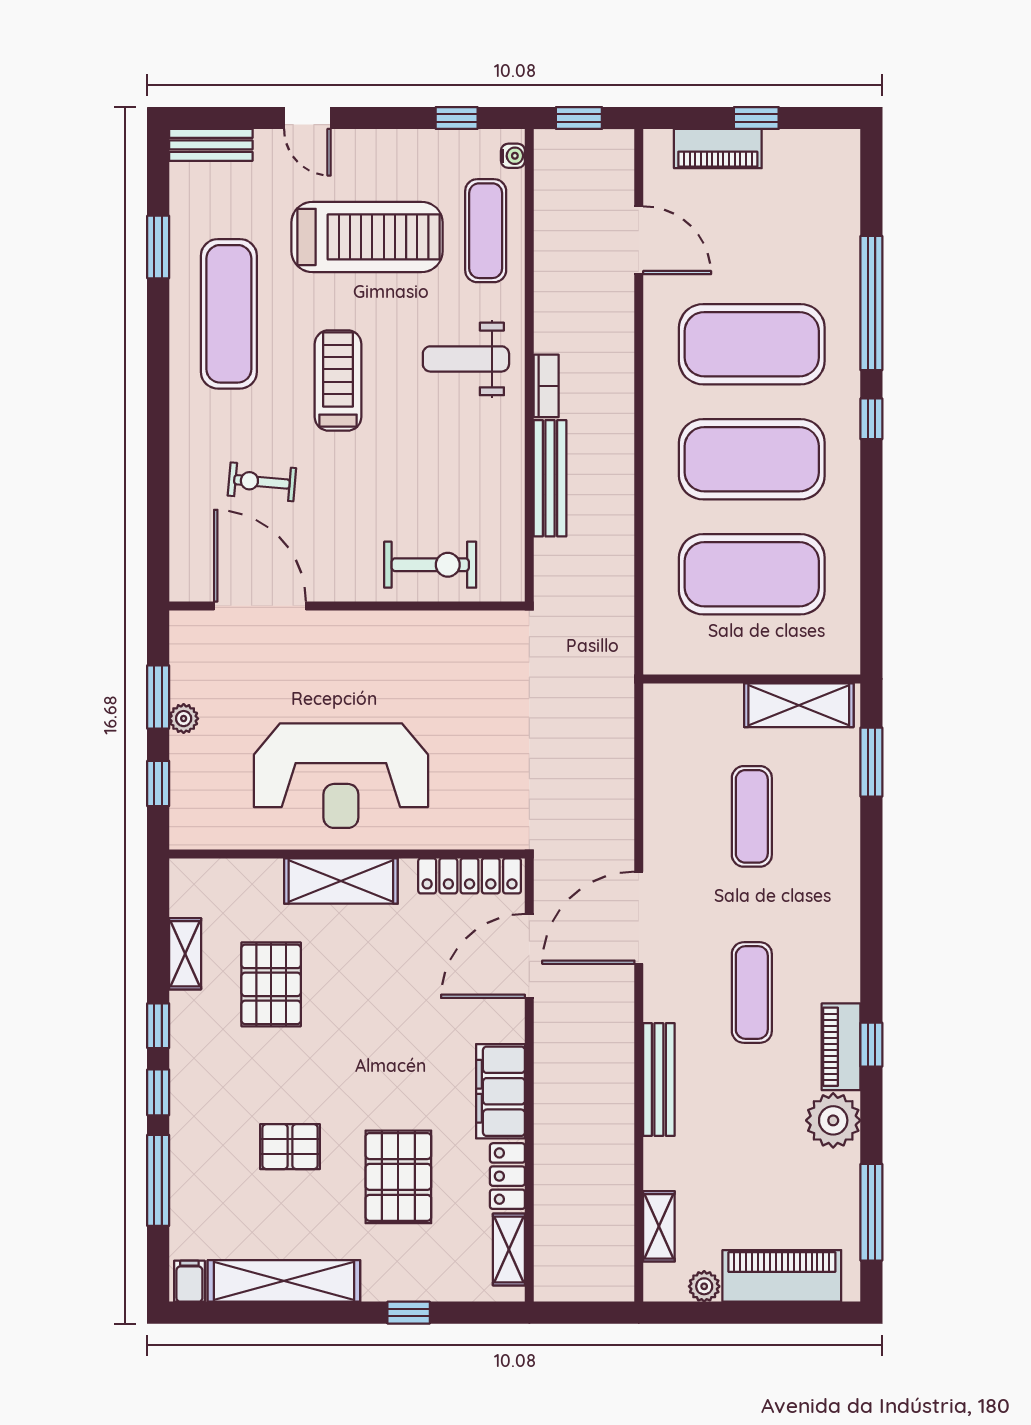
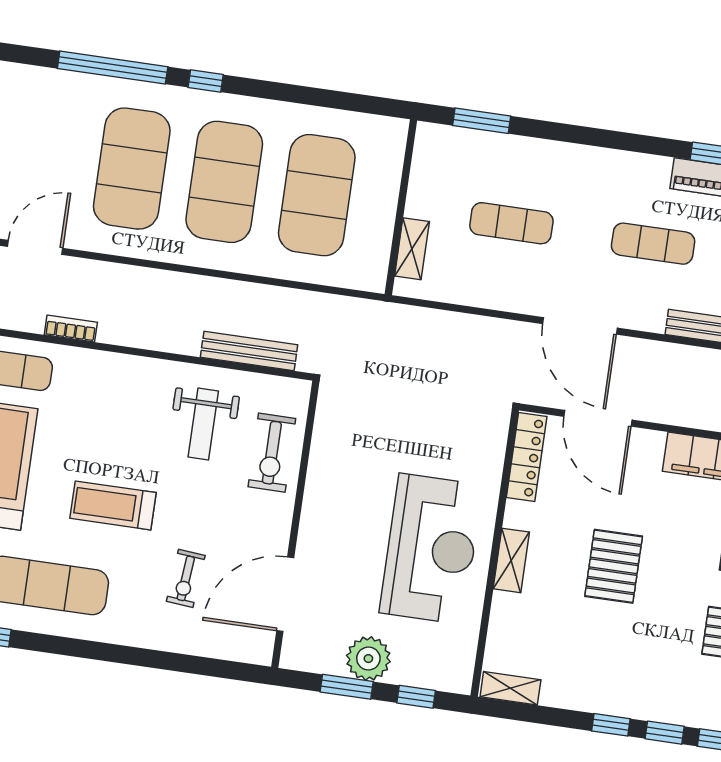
weight bench: (466, 359) -> (203, 424), moved
bookcase: (546, 386) -> (71, 328), moved
bench: (550, 478) -> (249, 351), moved
exercise bike: (430, 565) -> (272, 453), turned 180
shelving: (799, 705) -> (412, 249), moved, width x0.67, depth x0.75
plant: (184, 719) -> (368, 659), width x1.88, depth x1.88
shelving: (341, 881) -> (511, 560), width x0.67, depth x0.75
shelving: (185, 954) -> (510, 688), moved
pallet: (271, 984) -> (614, 566), moved, turned 90

